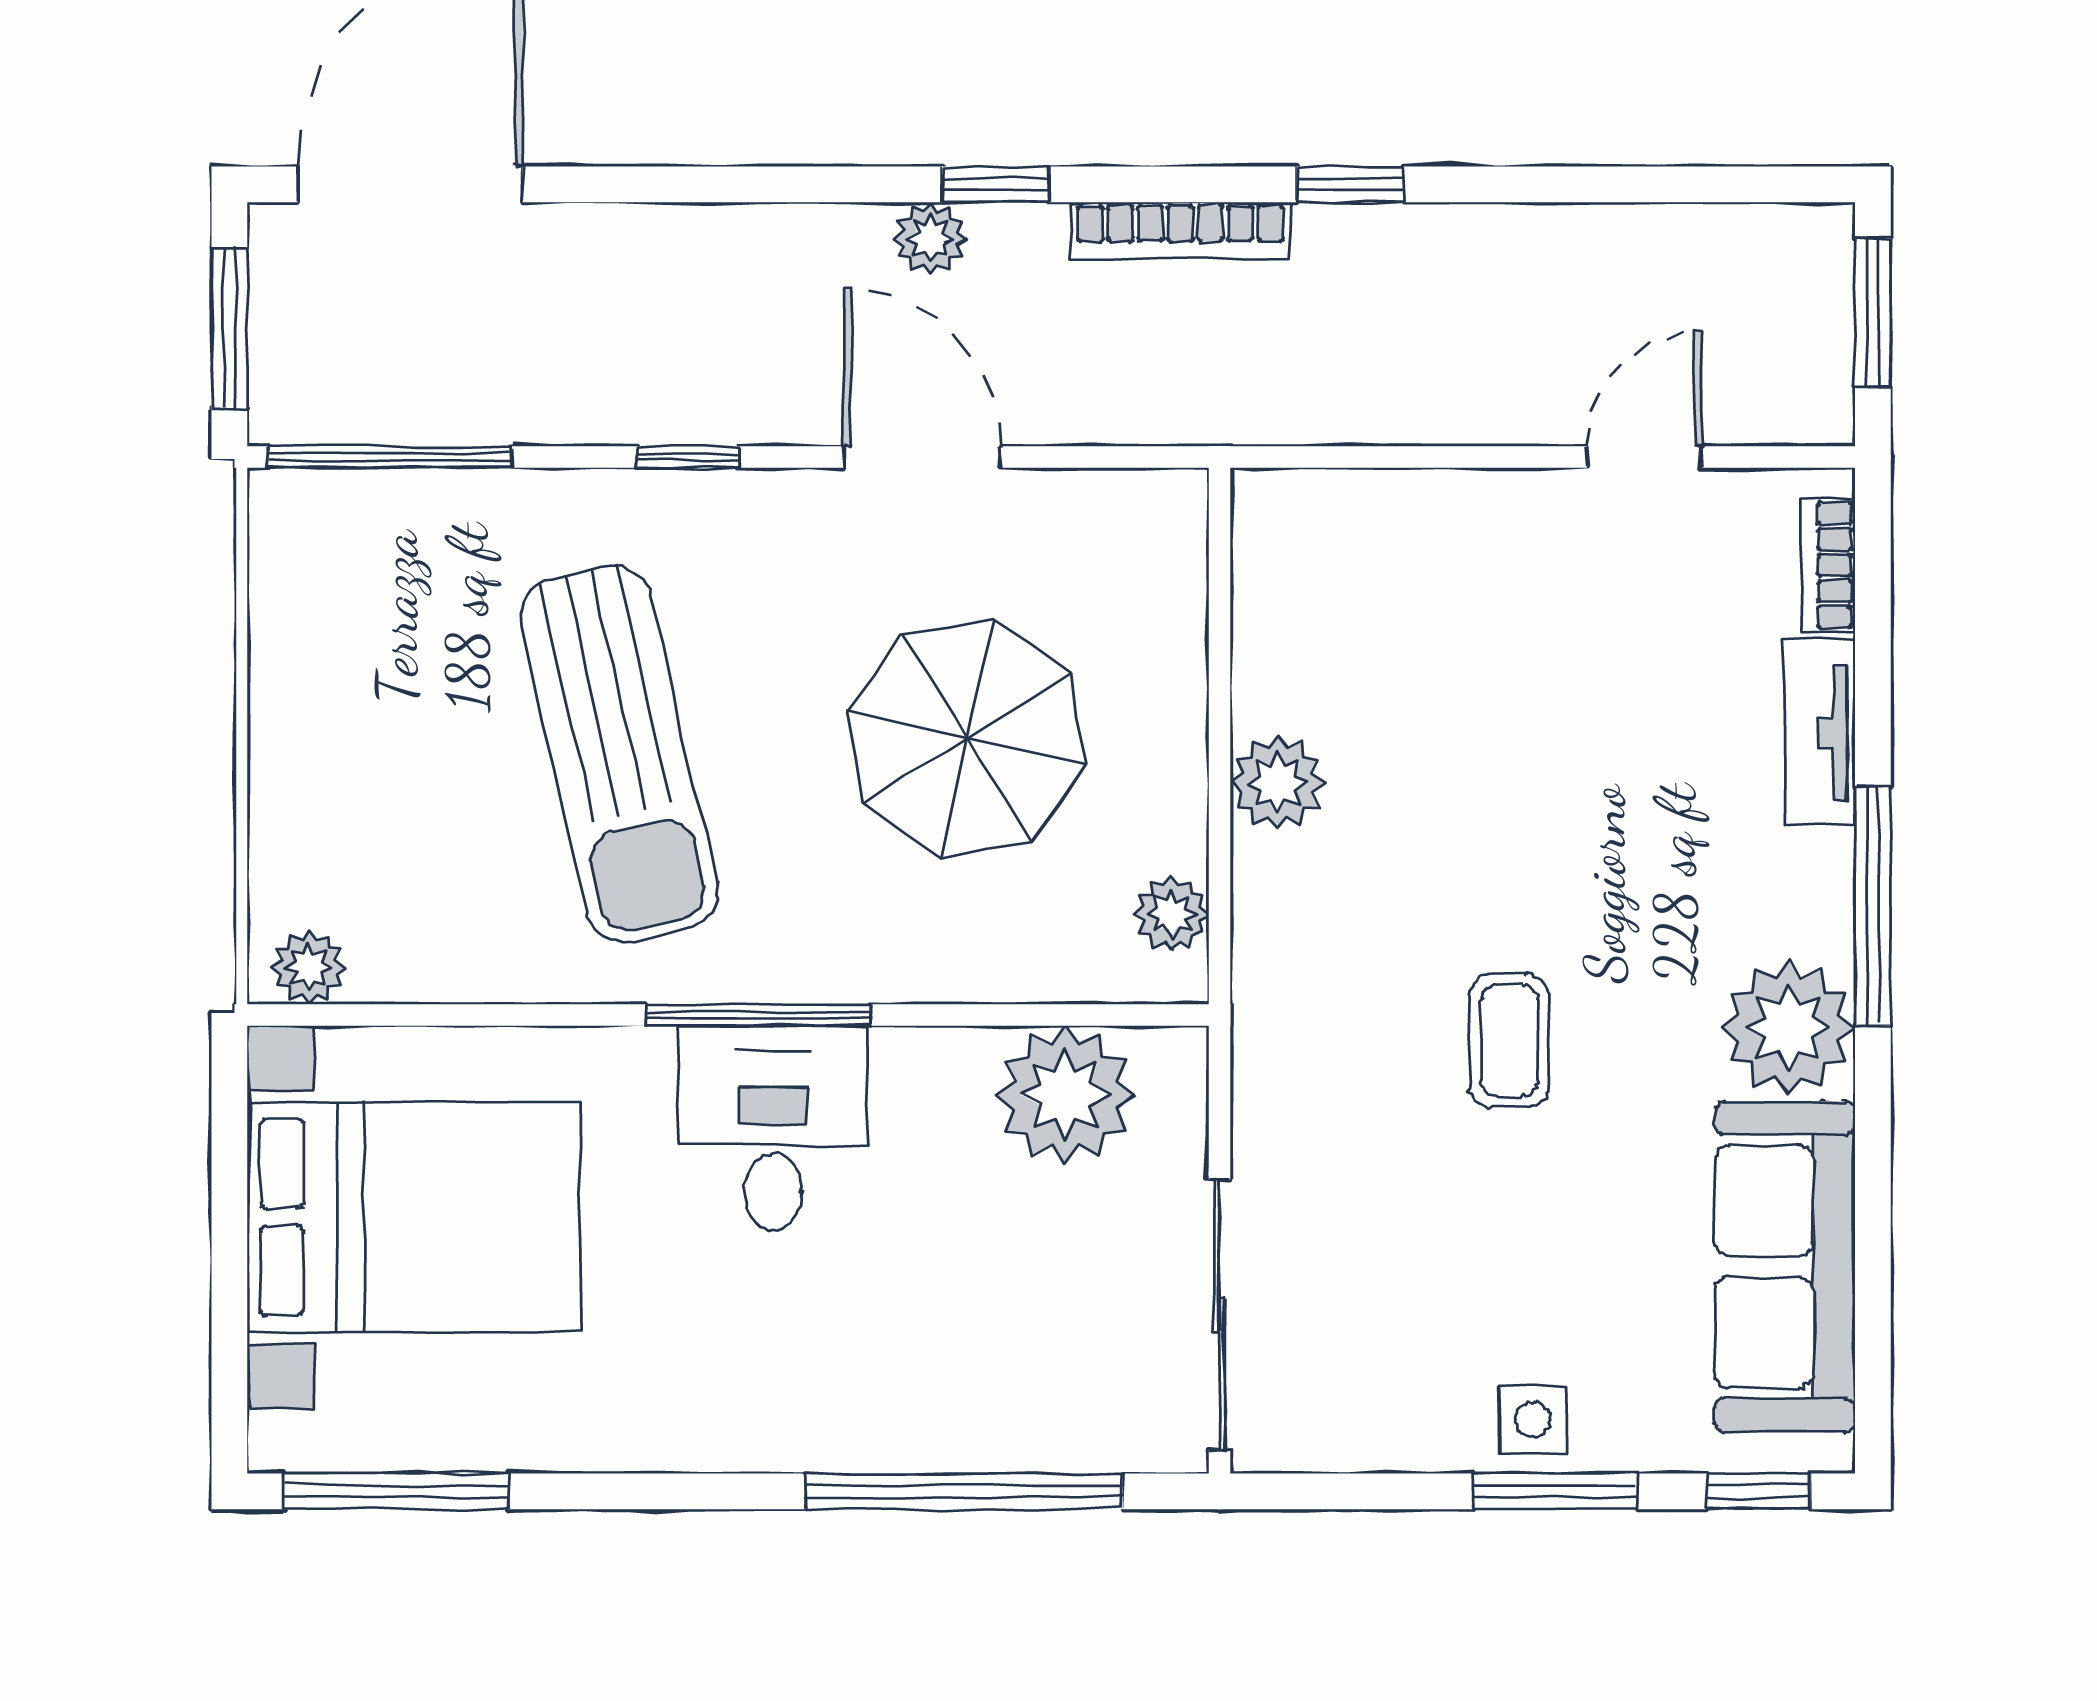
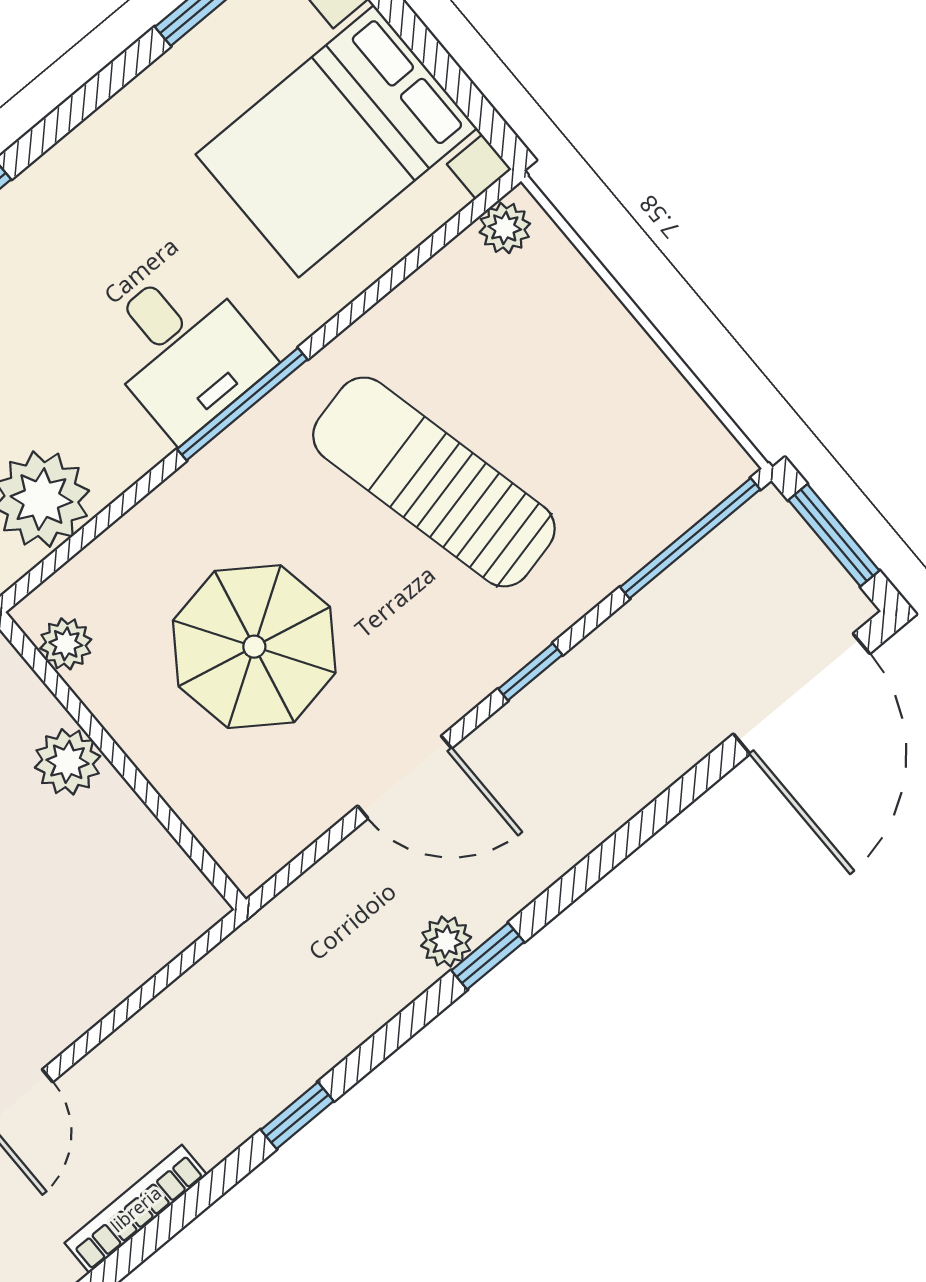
bookcase: (1180, 230) -> (136, 1209), moved
plant: (930, 239) -> (446, 941), moved

